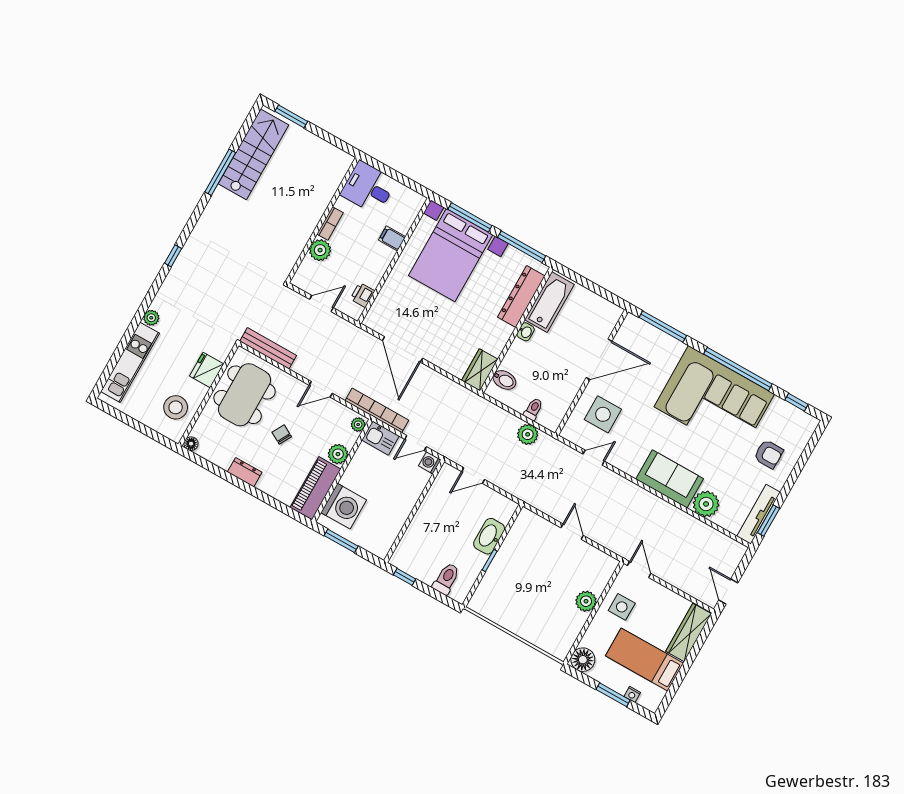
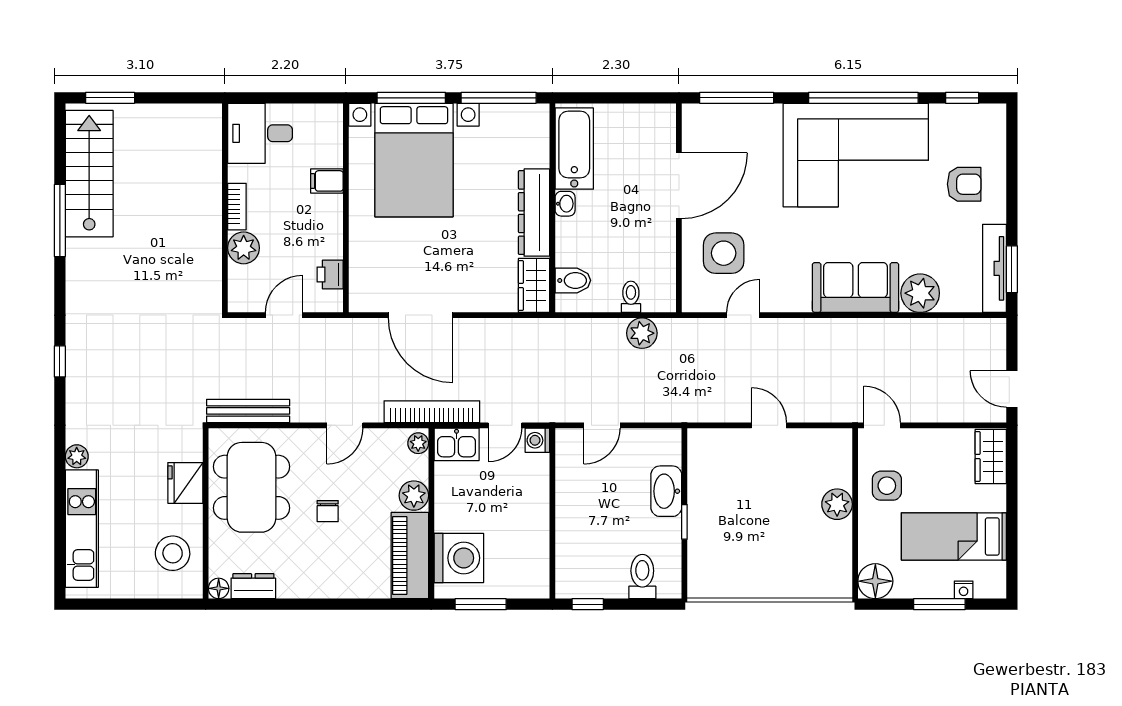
dresser: (521, 297) -> (534, 213), moved
chair: (282, 434) -> (328, 511), turned -119
dresser: (245, 472) -> (253, 586), moved
wardrobe: (689, 632) -> (991, 456), width x0.67

